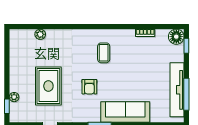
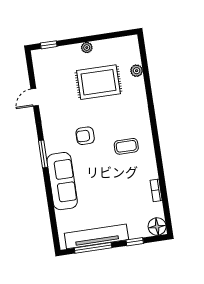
window: (186, 46) -> (135, 242), moved
rug: (48, 86) -> (98, 82), moved
plant: (14, 97) -> (87, 48), moved

